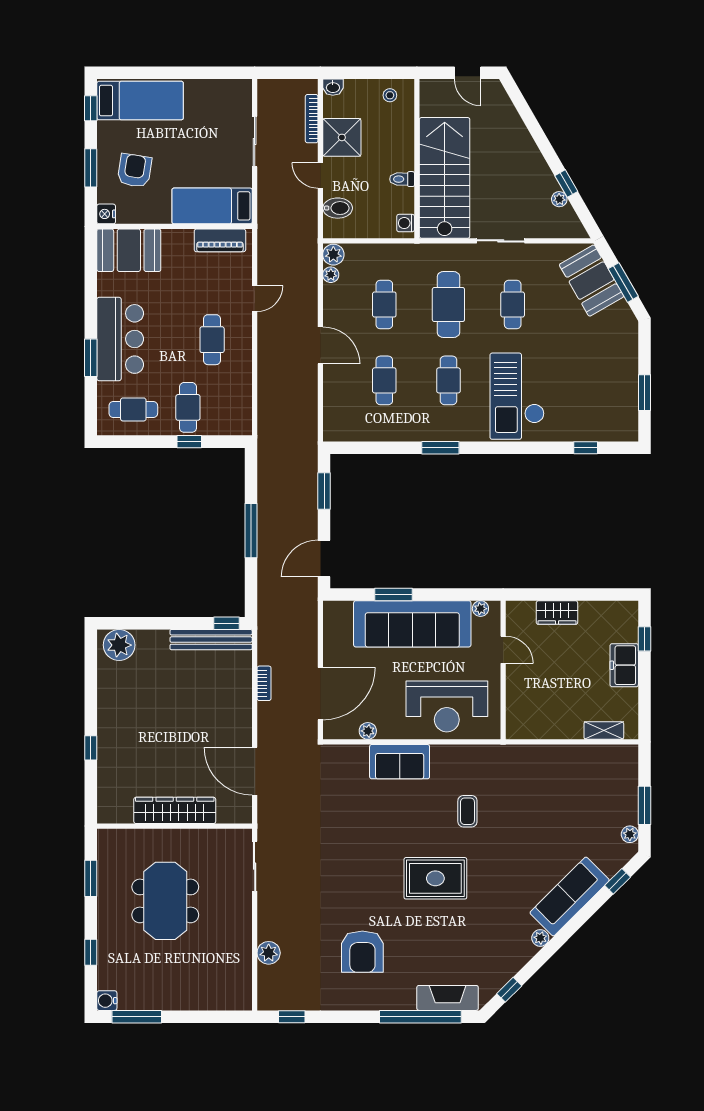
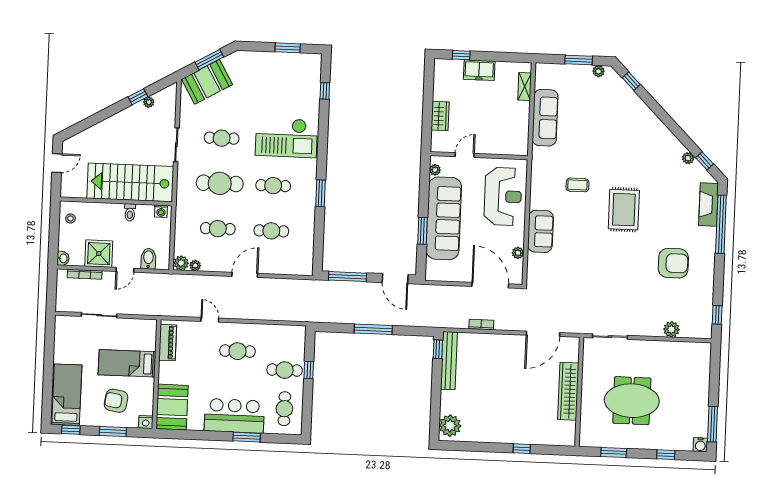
bed: (212, 206) -> (127, 363), moved, turned 90
window: (324, 491) -> (347, 277), width x1.44
sofa: (570, 896) -> (545, 118), moved, turned -135
plant: (540, 938) -> (688, 158), moved

